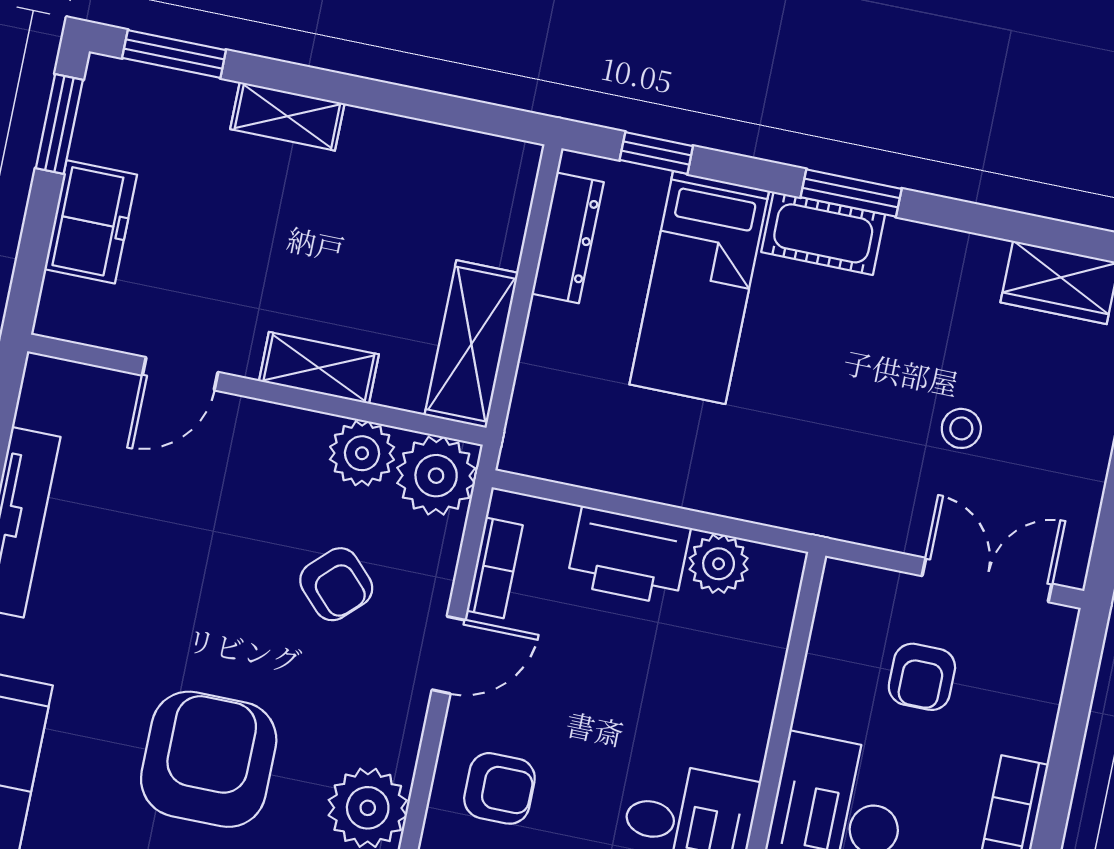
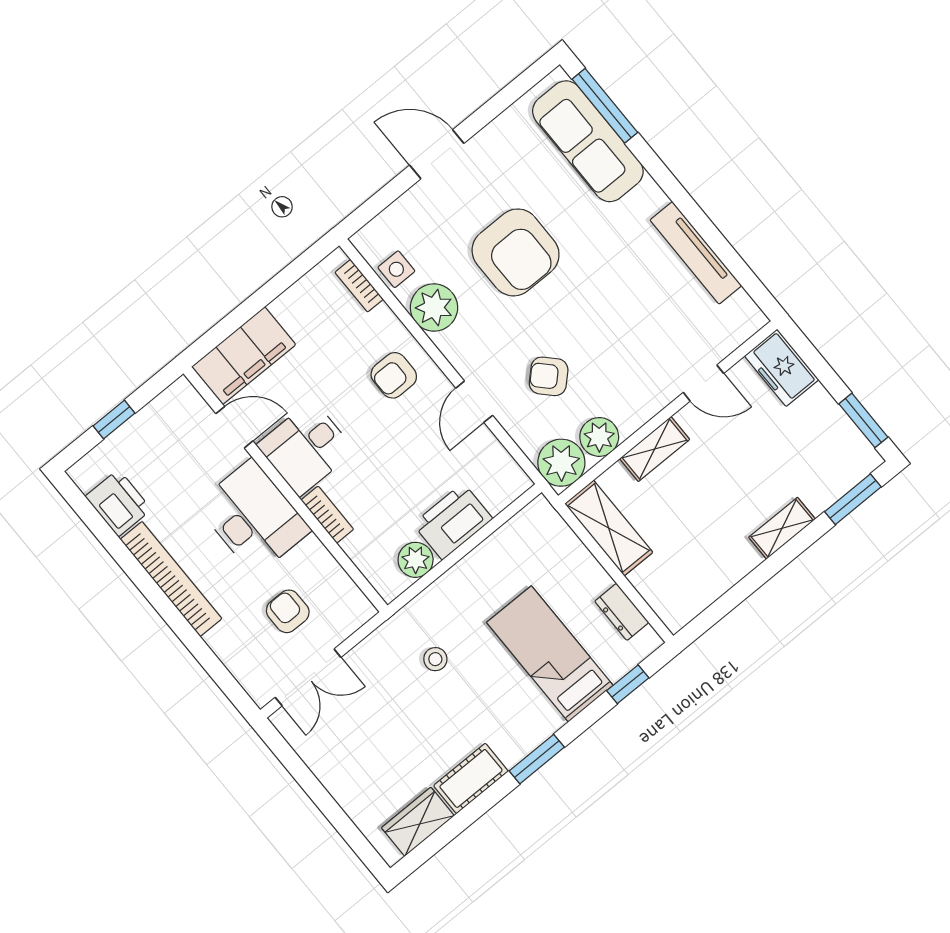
freezer: (91, 222) -> (782, 368), moved
cot: (823, 233) -> (471, 778), moved
dresser: (568, 238) -> (622, 612), width x0.70
door: (180, 374) -> (704, 383), swing flipped
stool: (961, 428) -> (435, 659), moved
bookcase: (495, 568) -> (327, 515), moved, turned 180

